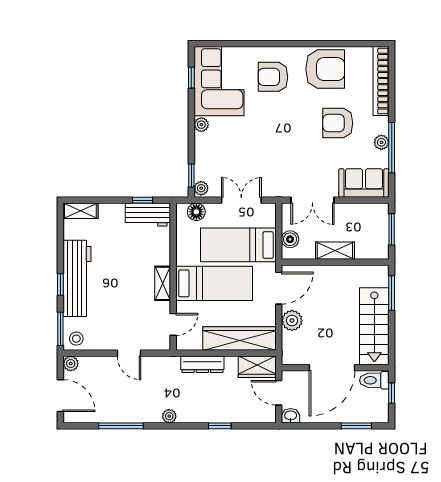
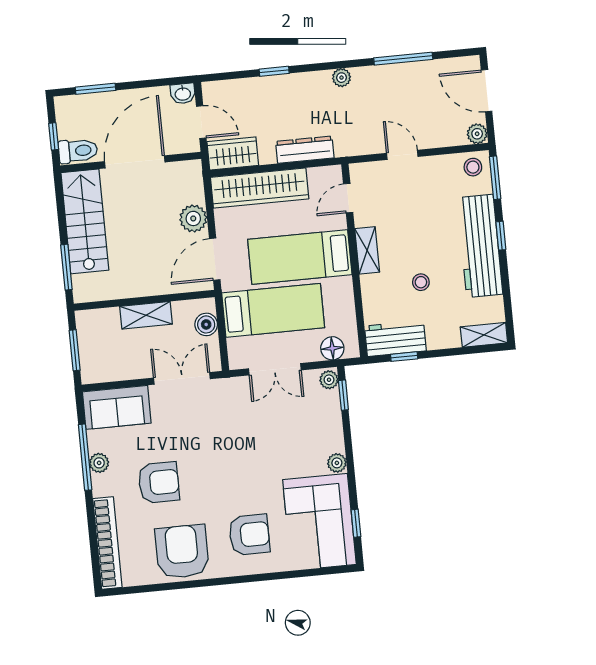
armchair: (325, 69) -> (182, 552), turned 90
stool: (124, 255) -> (421, 282), added

